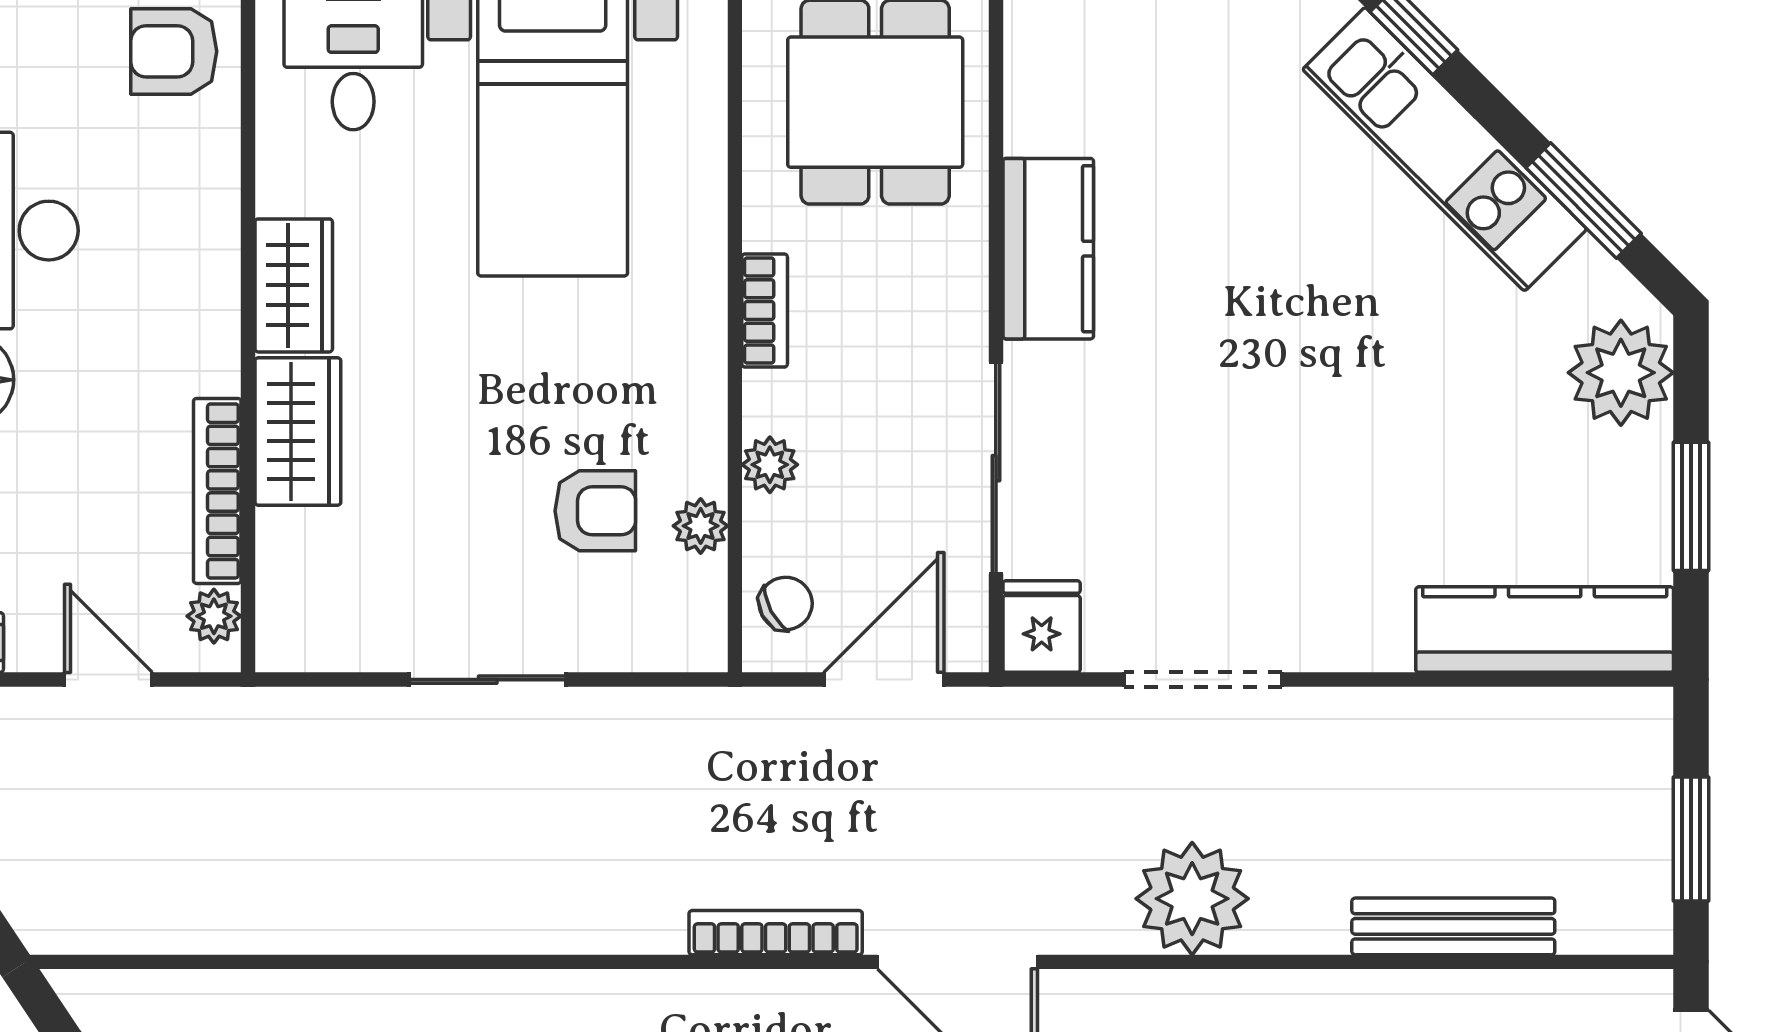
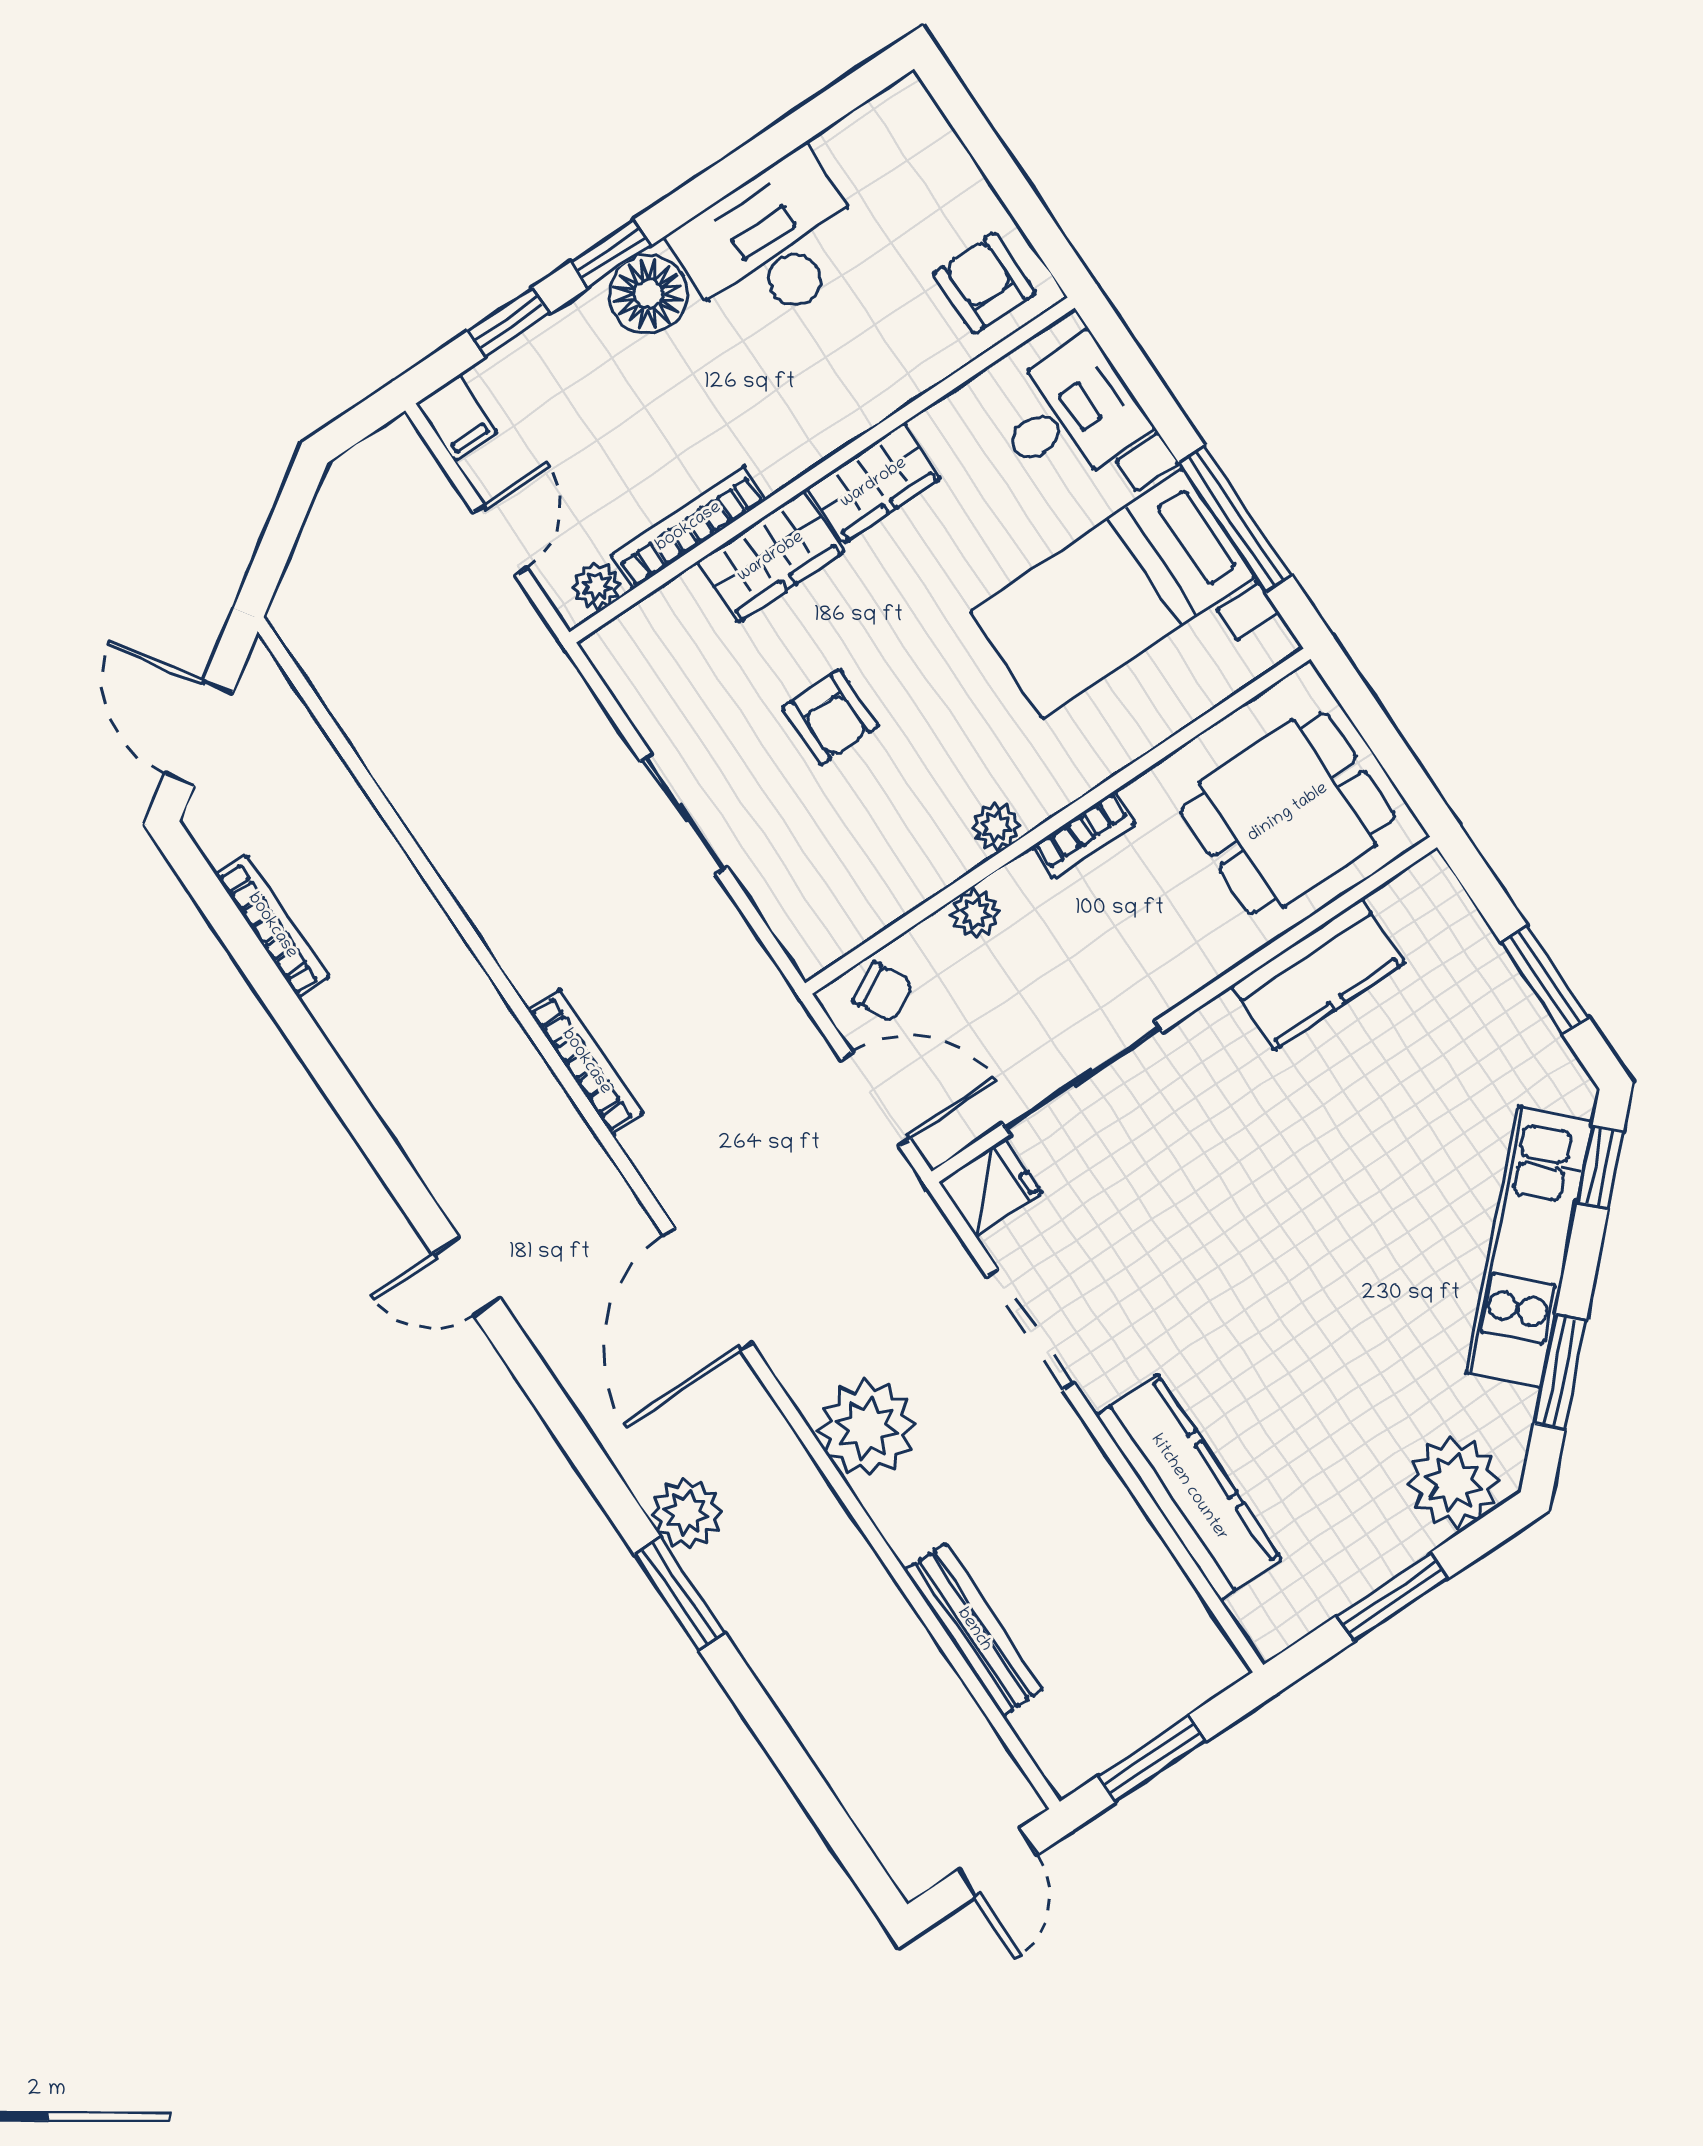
kitchen counter: (1048, 249) -> (1318, 974), moved
armchair: (595, 511) -> (830, 717), moved
plant: (701, 526) -> (996, 827), moved
kitchen counter: (1545, 630) -> (1189, 1488), moved
bookcase: (776, 933) -> (586, 1062), moved

